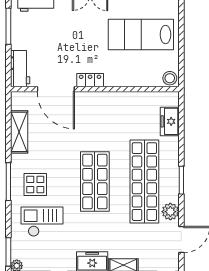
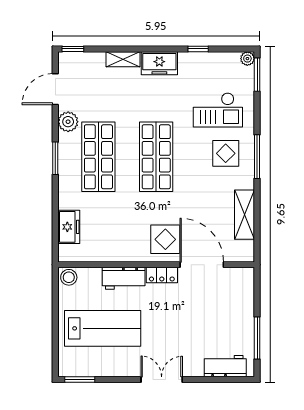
workbench: (20, 69) -> (124, 278), moved, turned -90
display table: (87, 111) -> (165, 239), added
shop shelf: (144, 182) -> (98, 157), width x0.71

